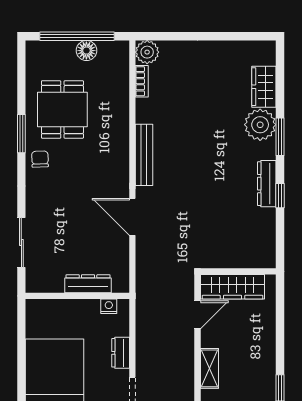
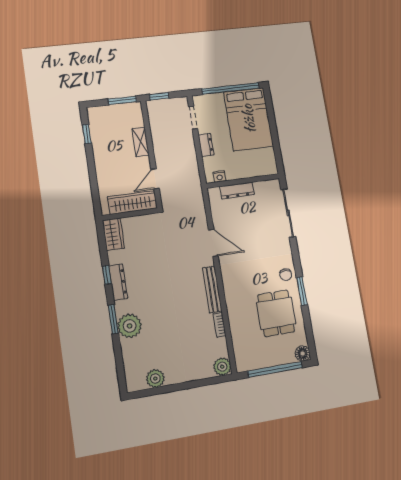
floor lamp: (86, 51) -> (303, 353), moved
plant: (237, 52) -> (155, 379), added
bookcase: (142, 81) -> (220, 325), moved
wardrobe: (264, 87) -> (113, 234), moved
sliding door: (21, 243) -> (288, 213), width x1.37

